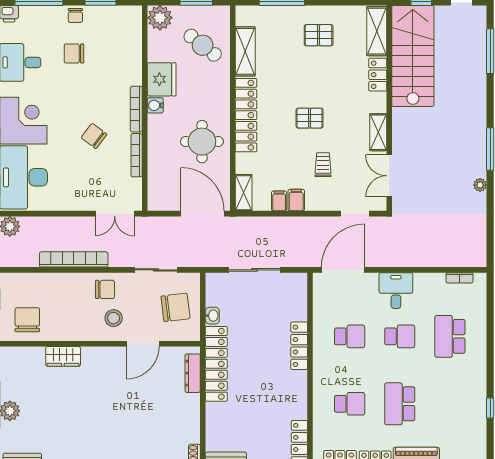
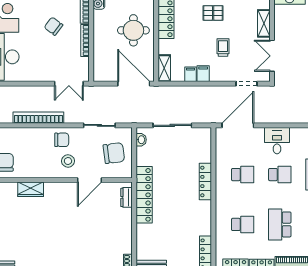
washbasin: (212, 316) -> (141, 140), moved
dresser: (193, 373) -> (126, 197), width x0.70

